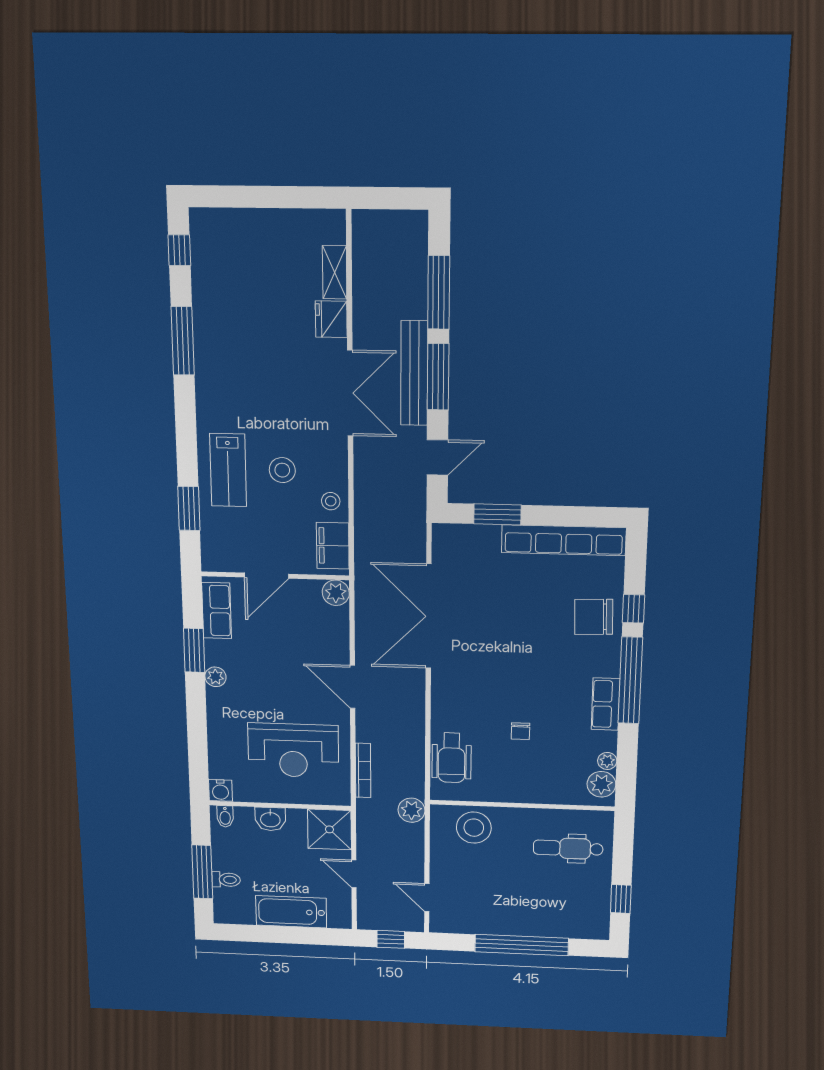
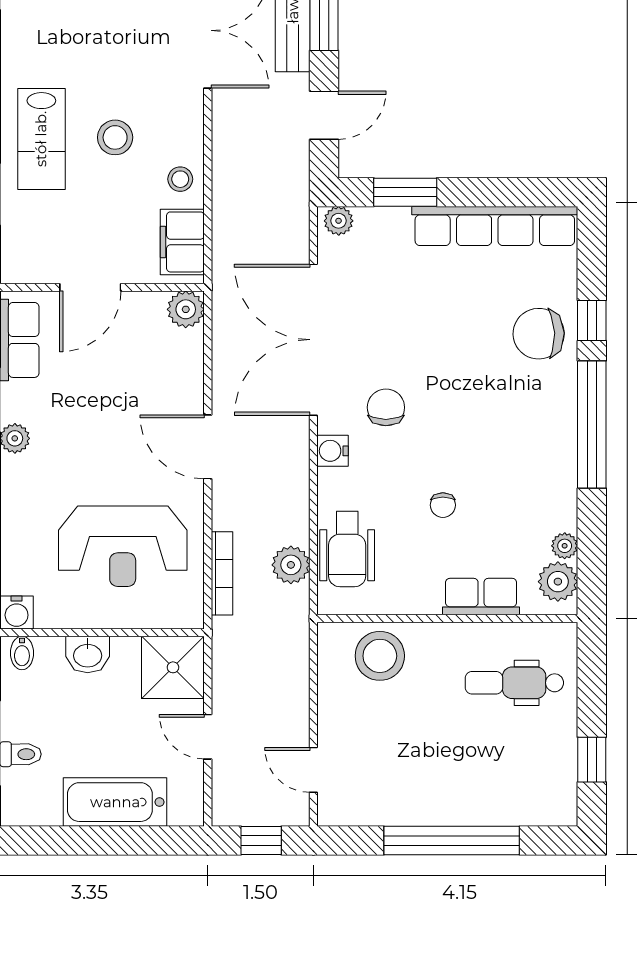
plant: (448, 534) -> (339, 221), added
chair: (481, 664) -> (386, 407), added
water cooler: (442, 692) -> (333, 451), added
row of seats: (606, 704) -> (481, 597), moved, turned 90
plant: (411, 810) -> (291, 565), moved

